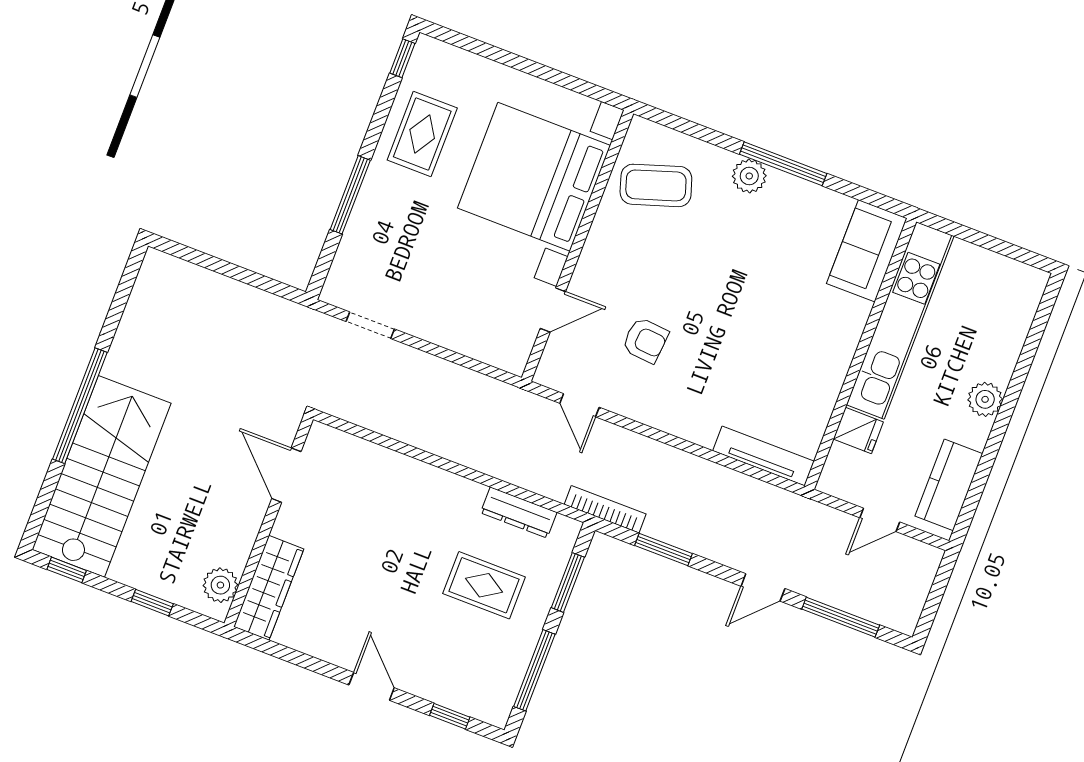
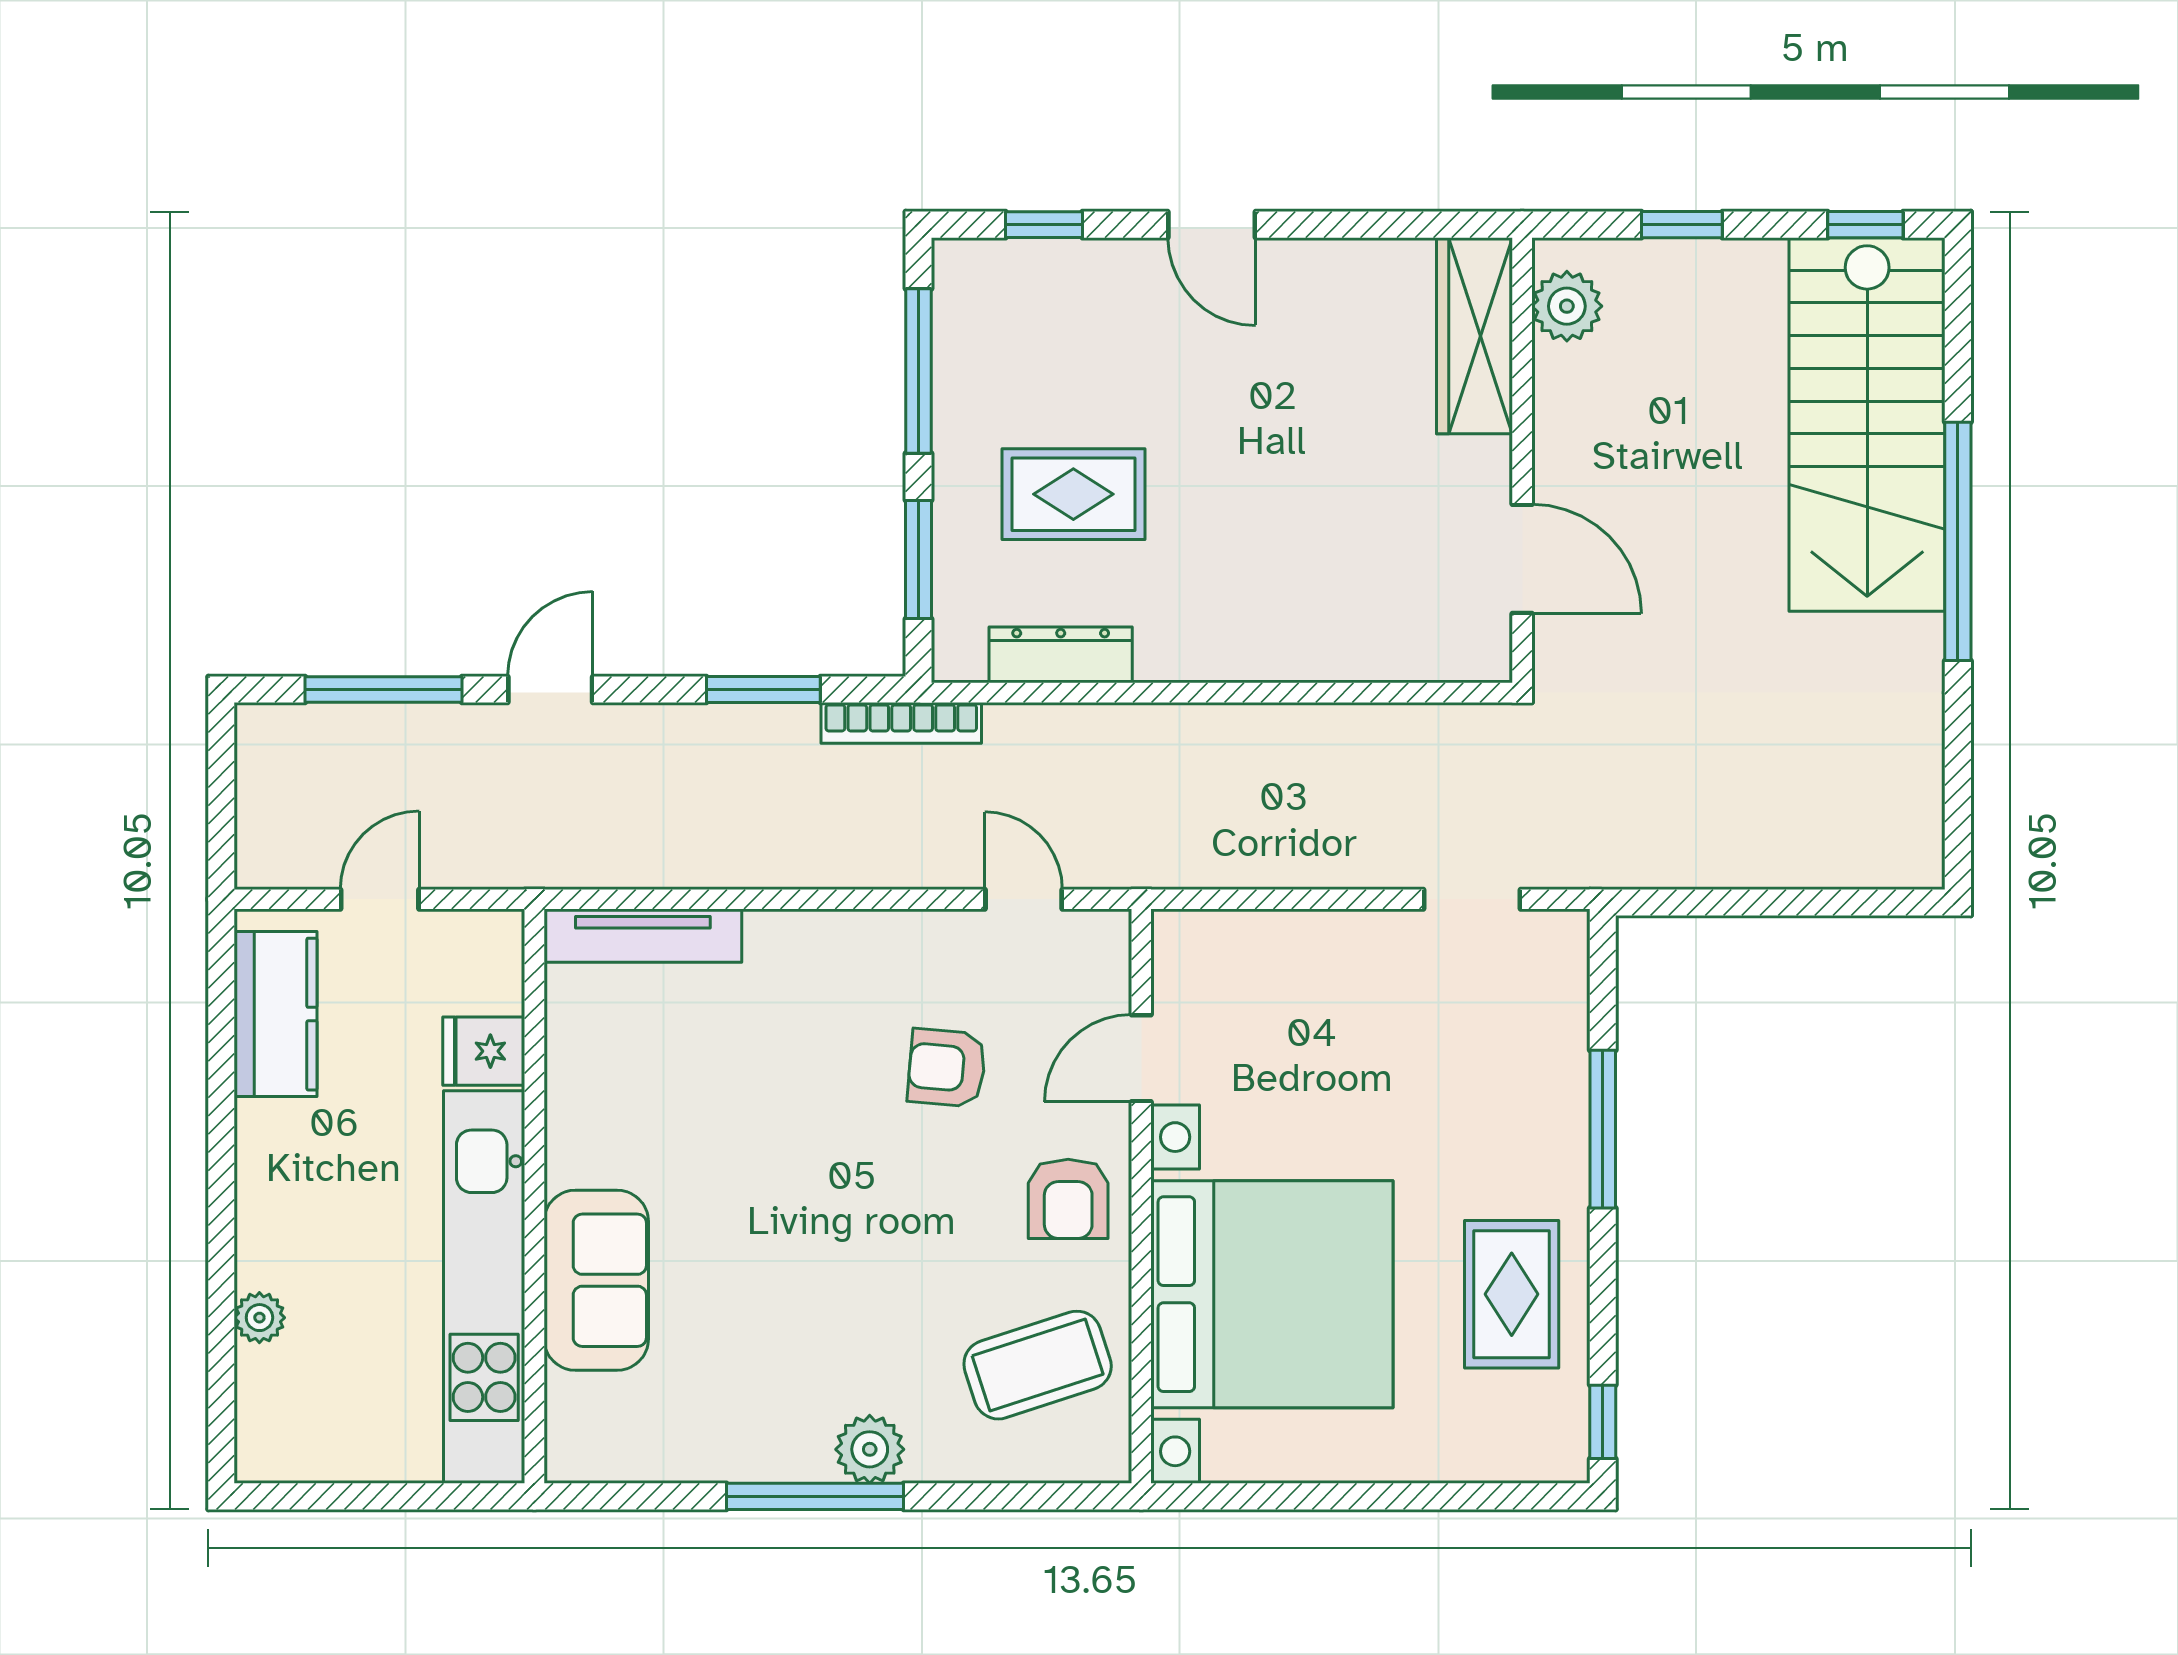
sofa: (867, 251) -> (596, 1280), moved
armchair: (612, 258) -> (1068, 1199), added
plant: (985, 399) -> (259, 1318), moved, width x0.73, depth x0.73

